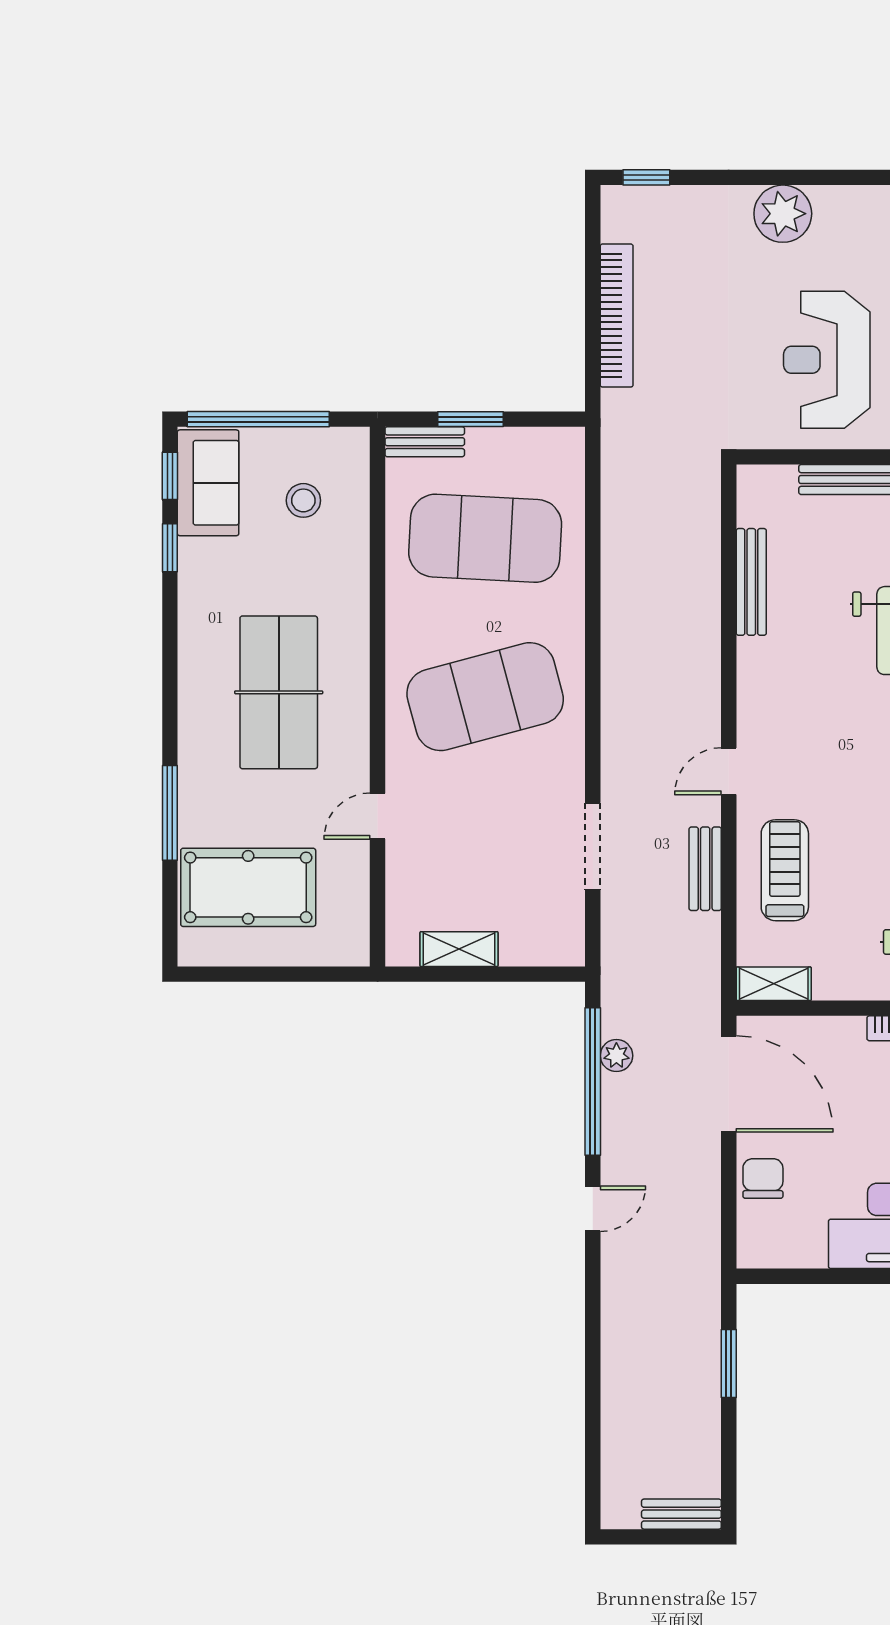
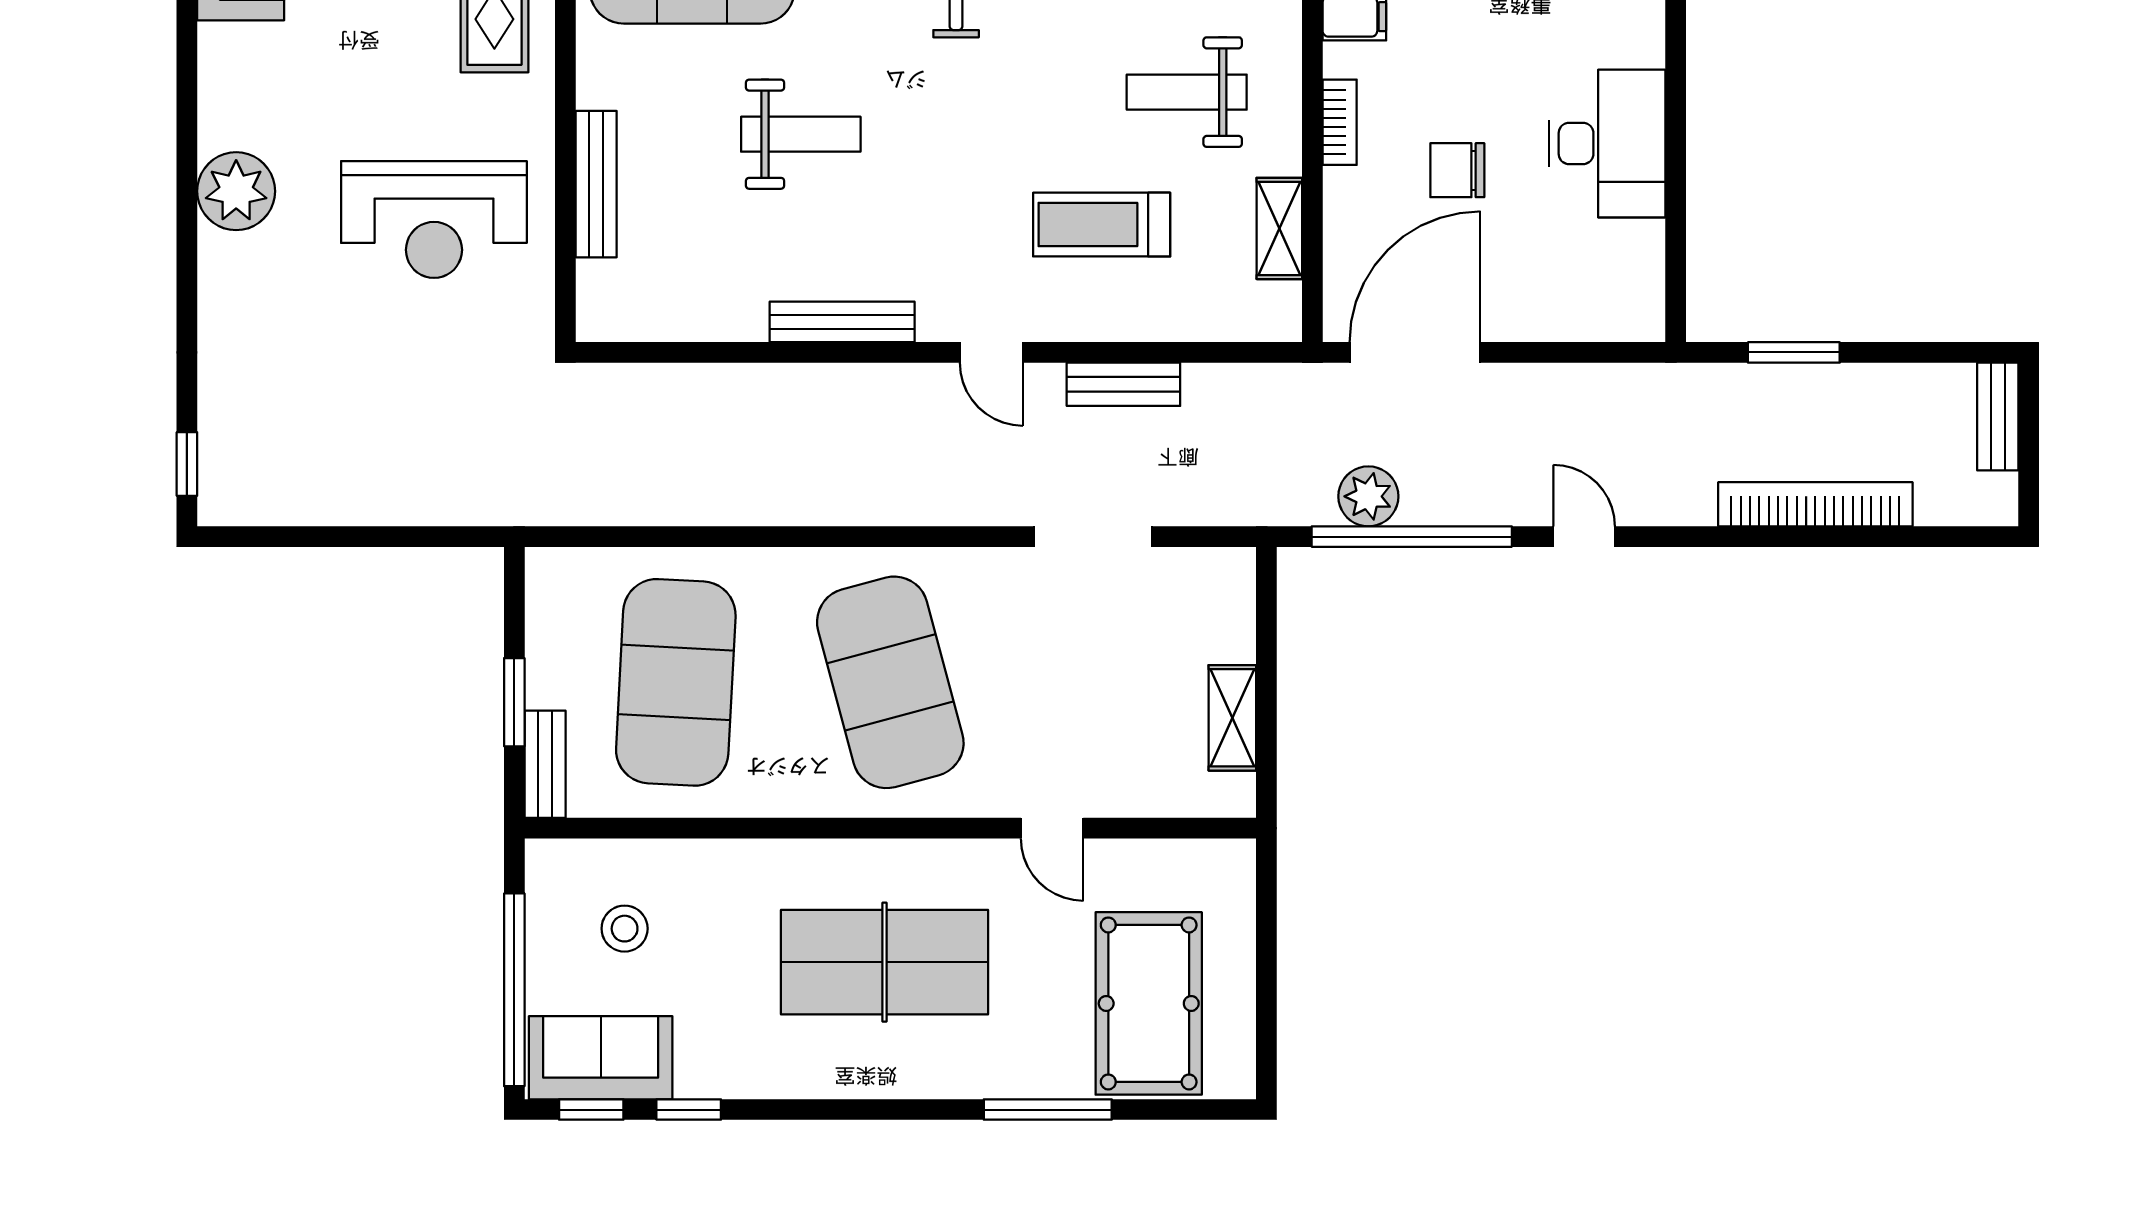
plant: (783, 214) -> (236, 191), moved
bookcase: (617, 316) -> (1815, 504), moved
bench: (751, 582) -> (842, 322), moved
treadmill: (785, 870) -> (1102, 225), moved
shelving: (774, 984) -> (1279, 228), moved
plant: (616, 1056) -> (1368, 496), width x1.38, depth x1.38
chair: (763, 1178) -> (1457, 170), moved

